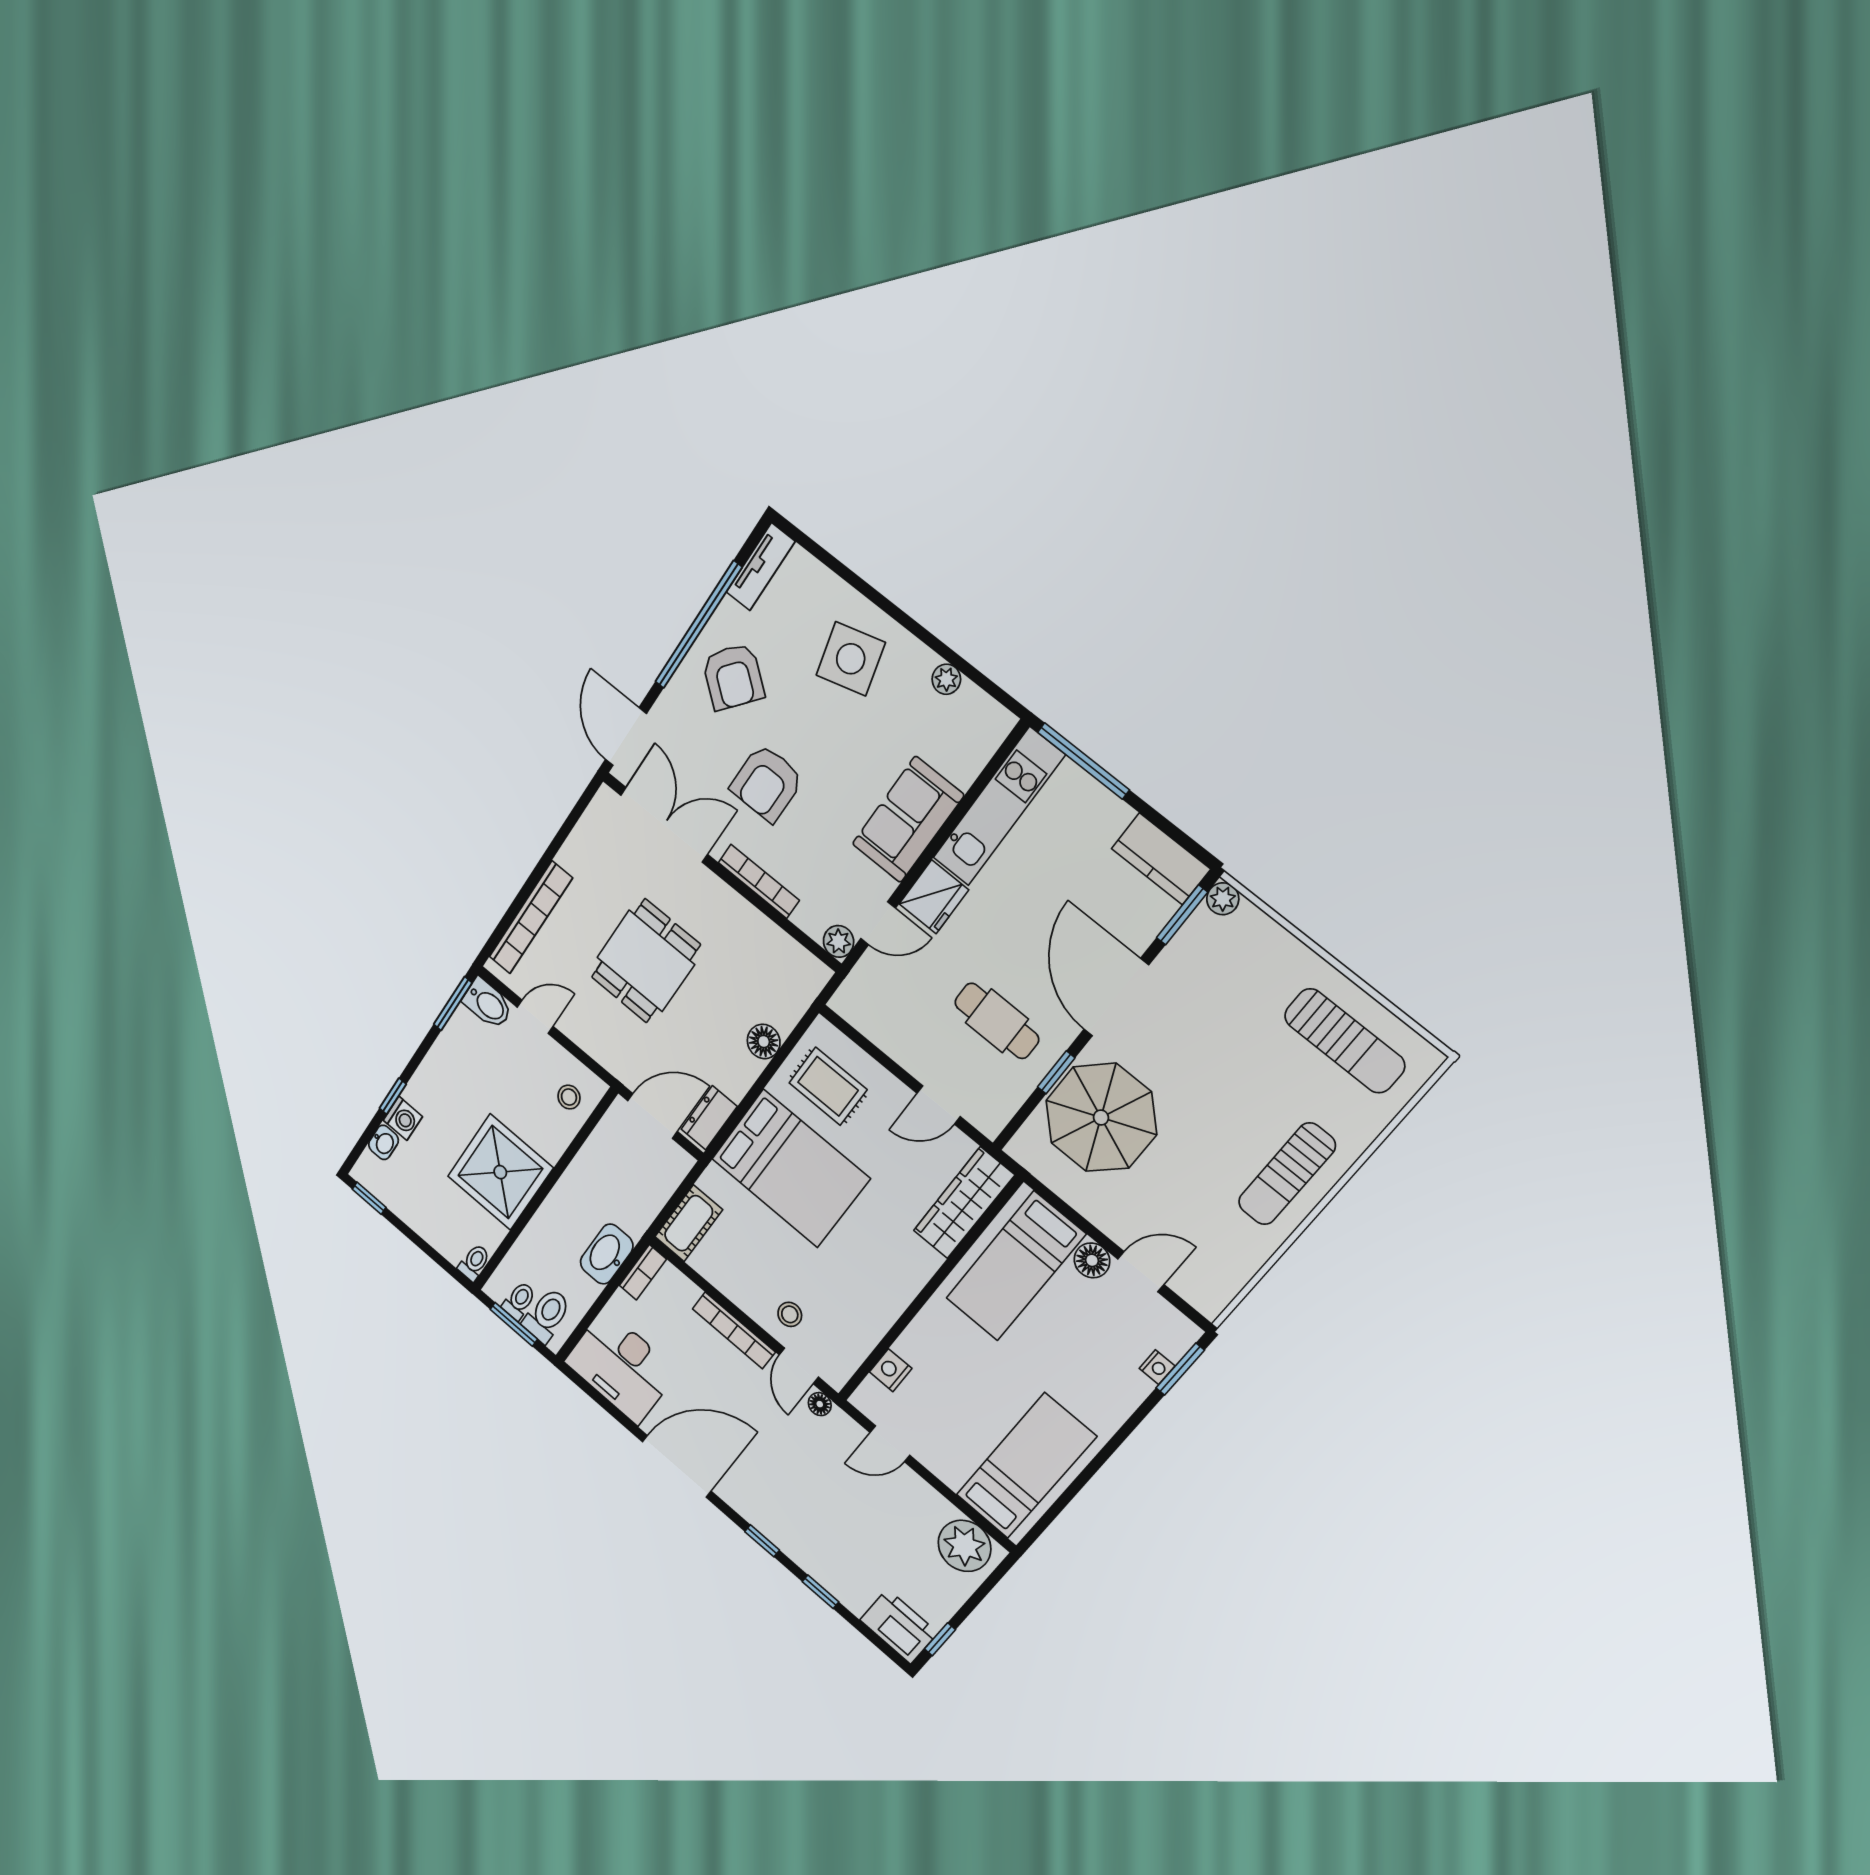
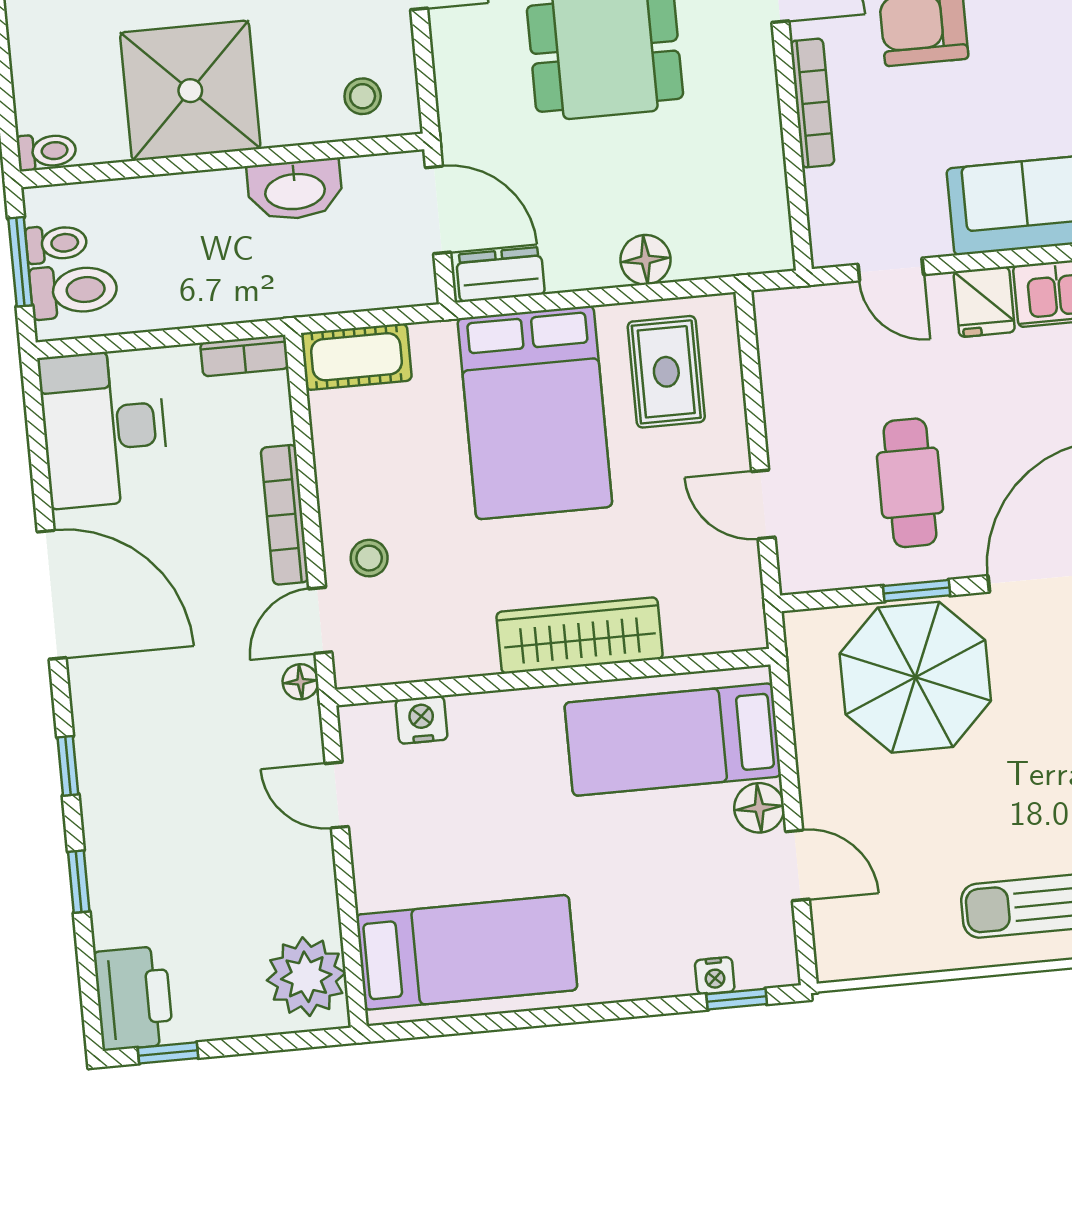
fridge: (934, 897) -> (984, 302), width x0.72
plant: (839, 941) -> (832, 245), removed
wardrobe: (964, 1203) -> (580, 635), moved
washbasin: (607, 1254) -> (295, 190), moved, turned 180
window: (1180, 1369) -> (737, 999), width x0.67

